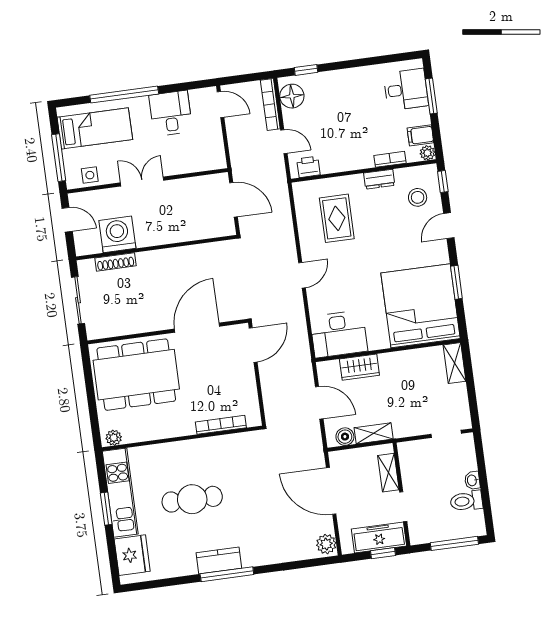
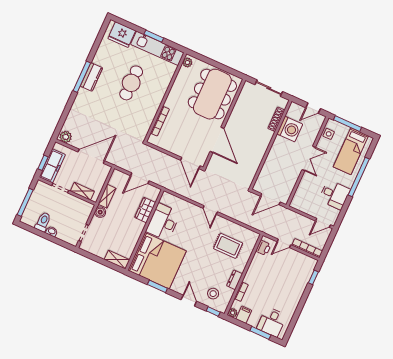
floor lamp: (292, 96) -> (305, 262), removed
desk: (339, 334) -> (163, 222), moved
boiler: (345, 437) -> (100, 212), moved

